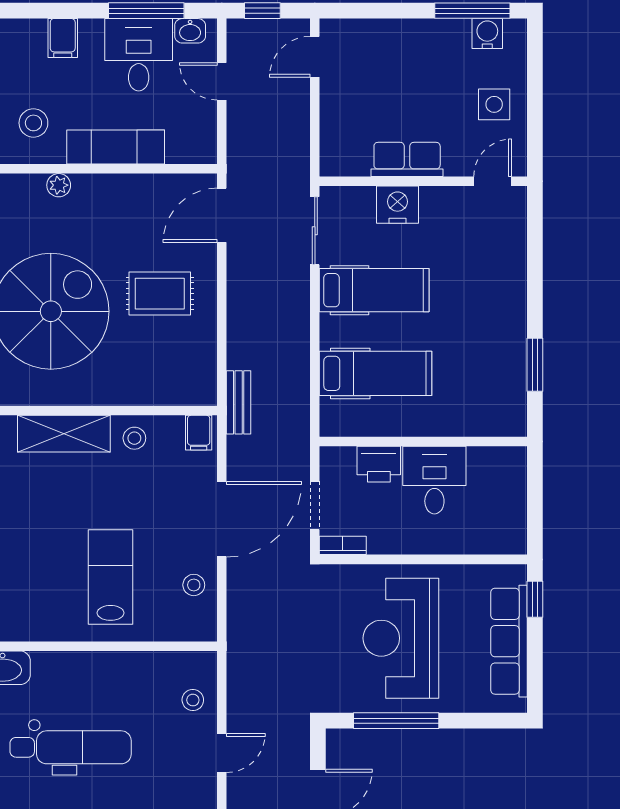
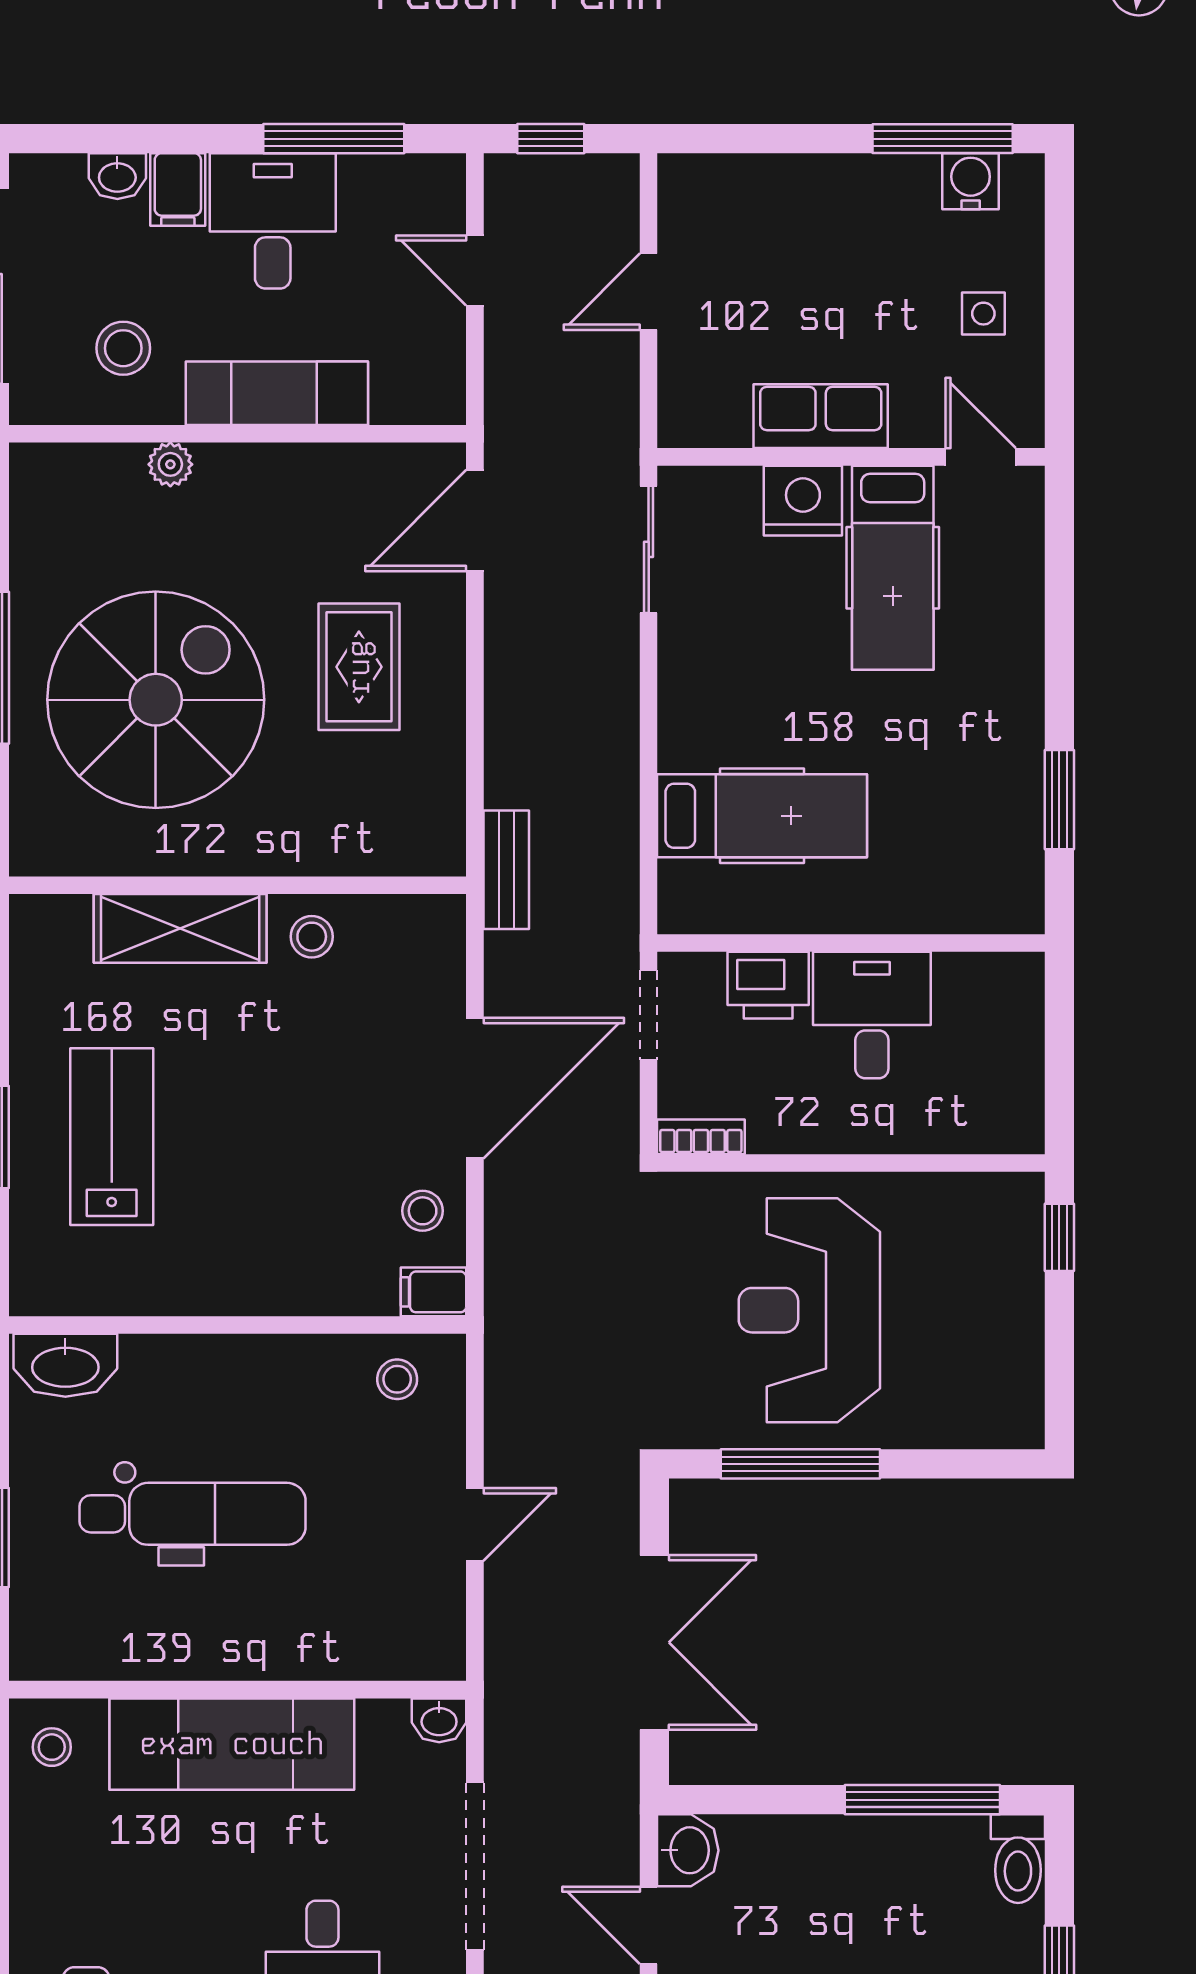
washbasin: (190, 31) -> (117, 176), moved
desk: (139, 55) -> (273, 221), moved
door: (315, 57) -> (649, 292), moved
side table: (494, 104) -> (983, 314), width x0.73, depth x0.73
door: (493, 181) -> (981, 457), hinge flipped
hospital bed: (374, 290) -> (893, 568), moved, turned 90
rug: (160, 294) -> (359, 667), turned 90
filing cabinet: (199, 433) -> (434, 1292), moved, turned 90
doorway: (315, 505) -> (649, 1015), moved
lab bench: (111, 577) -> (112, 1137), moved
row of seats: (509, 641) -> (1011, 1316), removed
stool: (193, 700) -> (397, 1379), moved

